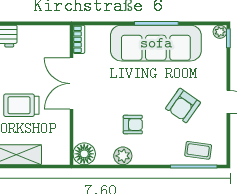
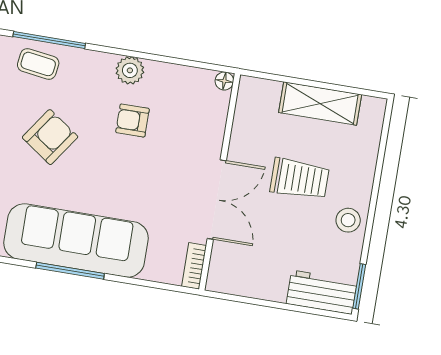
floor lamp: (84, 154) -> (224, 81), width x0.53, depth x0.53
plant: (123, 156) -> (130, 70), moved

